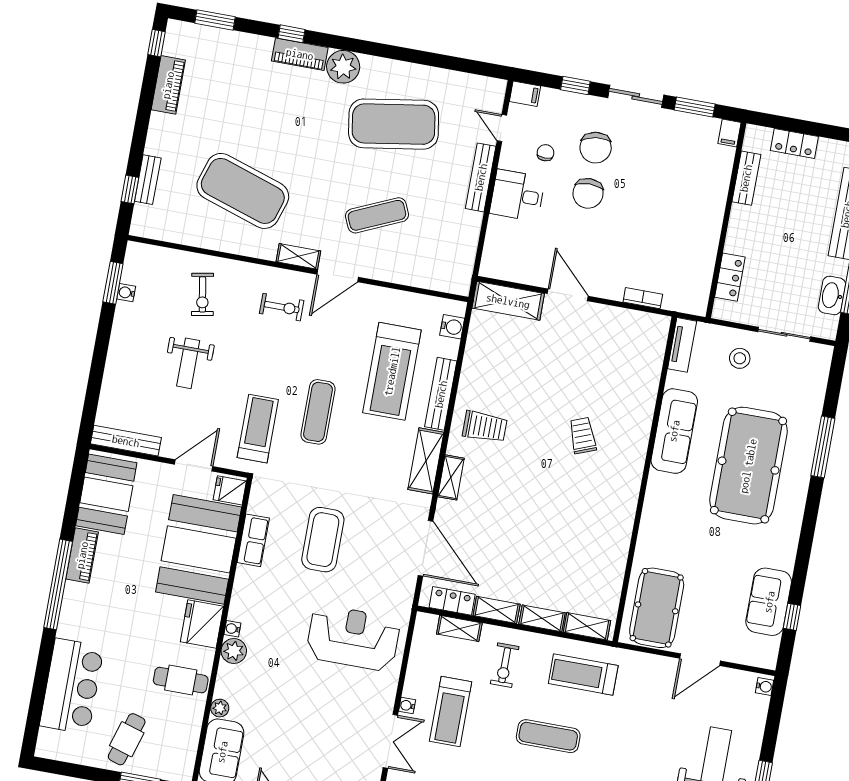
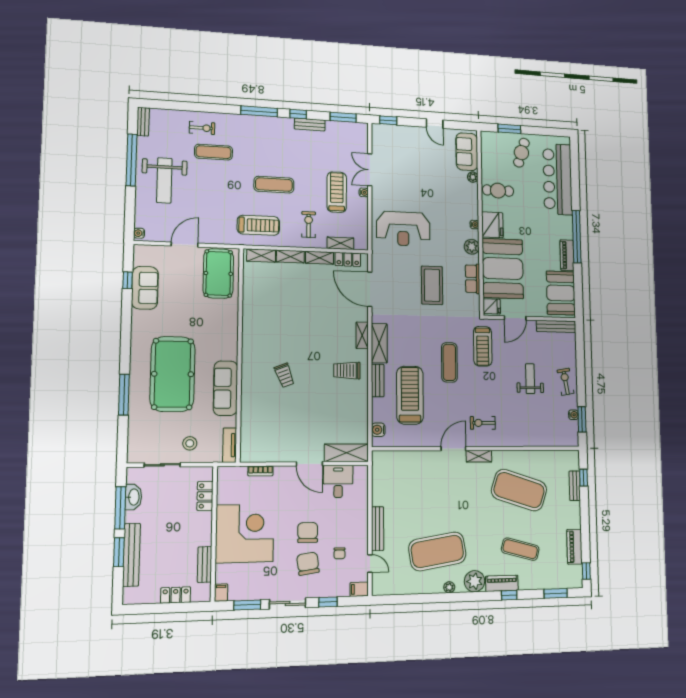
plant: (385, 66) -> (449, 587), added
desk: (517, 195) -> (338, 481), moved, turned -90
corner desk: (681, 211) -> (245, 533), added
exercise mat: (377, 215) -> (520, 549), moved, turned 39
exercise bike: (202, 294) -> (566, 382), moved
bench: (441, 394) -> (378, 380), width x0.73
plant: (234, 651) -> (472, 247), moved
bar counter: (72, 686) -> (558, 179), width x1.36

